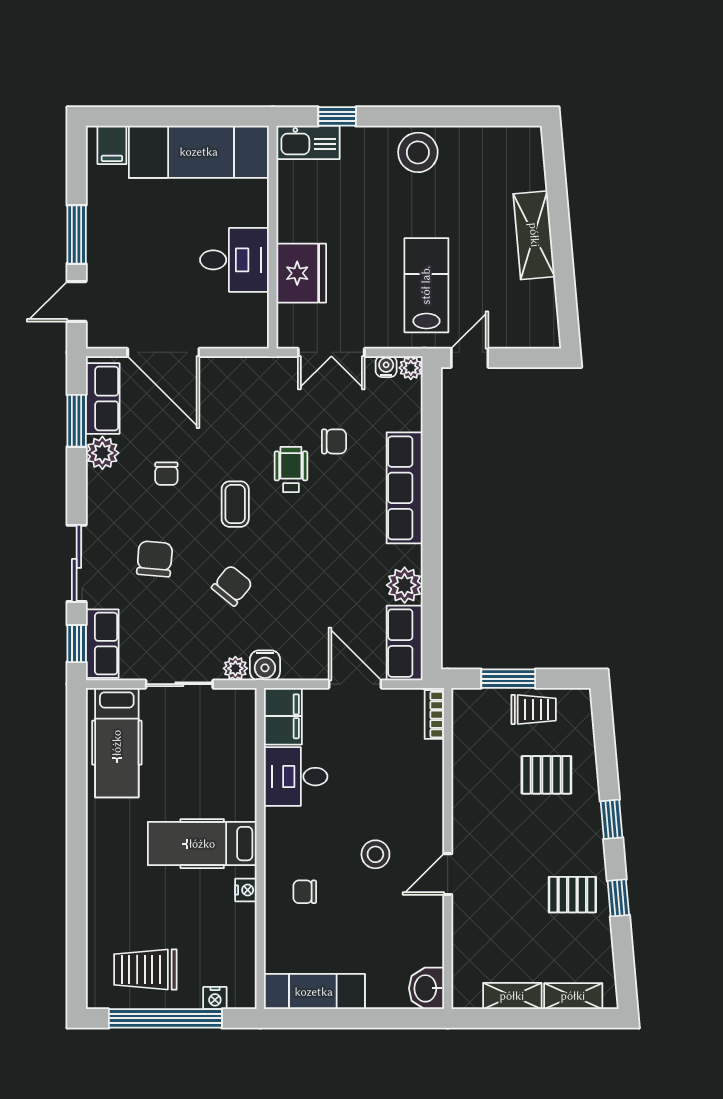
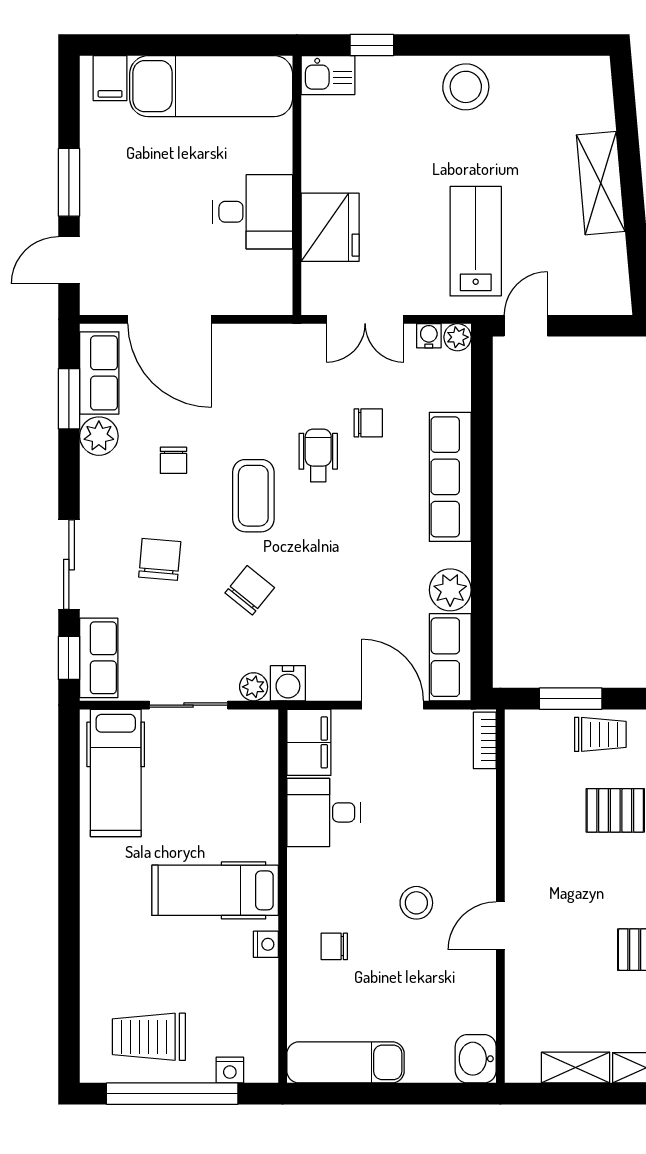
kitchen sink: (308, 142) -> (328, 75), width x0.73
coffee table: (235, 504) -> (253, 496), width x1.36, depth x1.30

